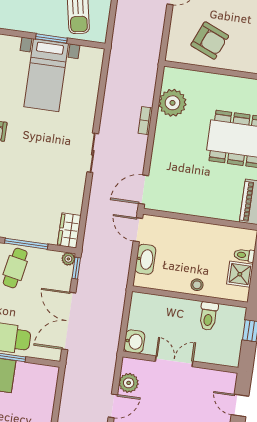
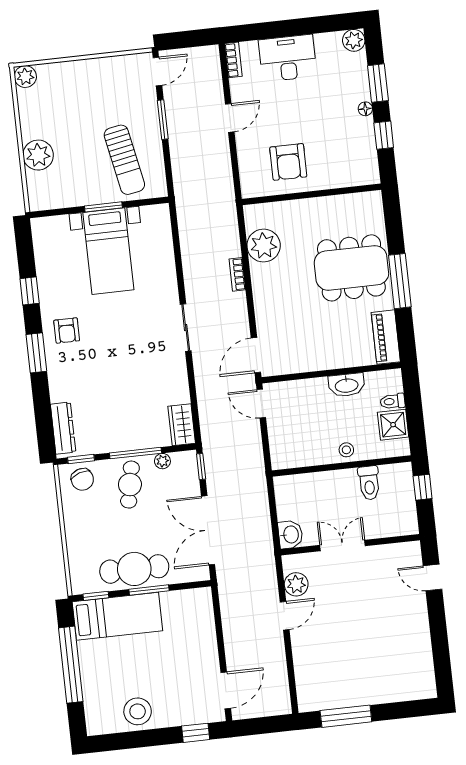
armchair: (210, 41) -> (288, 162), turned 67
plant: (68, 259) -> (162, 461), moved
washbasin: (145, 259) -> (347, 385), moved, turned 90

